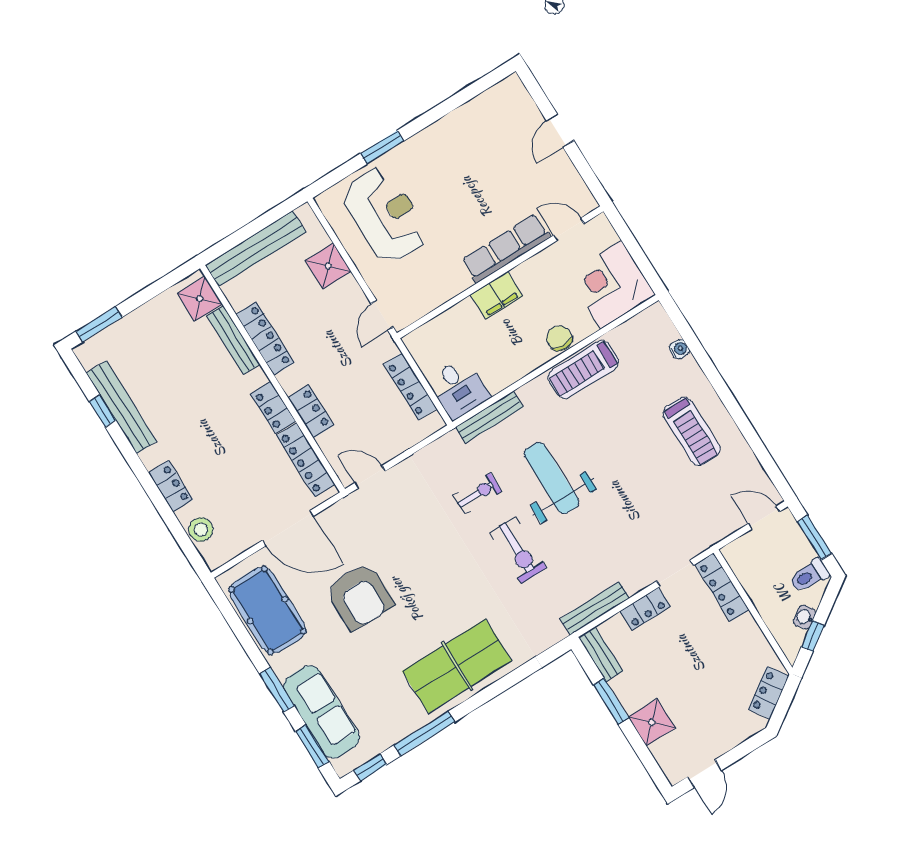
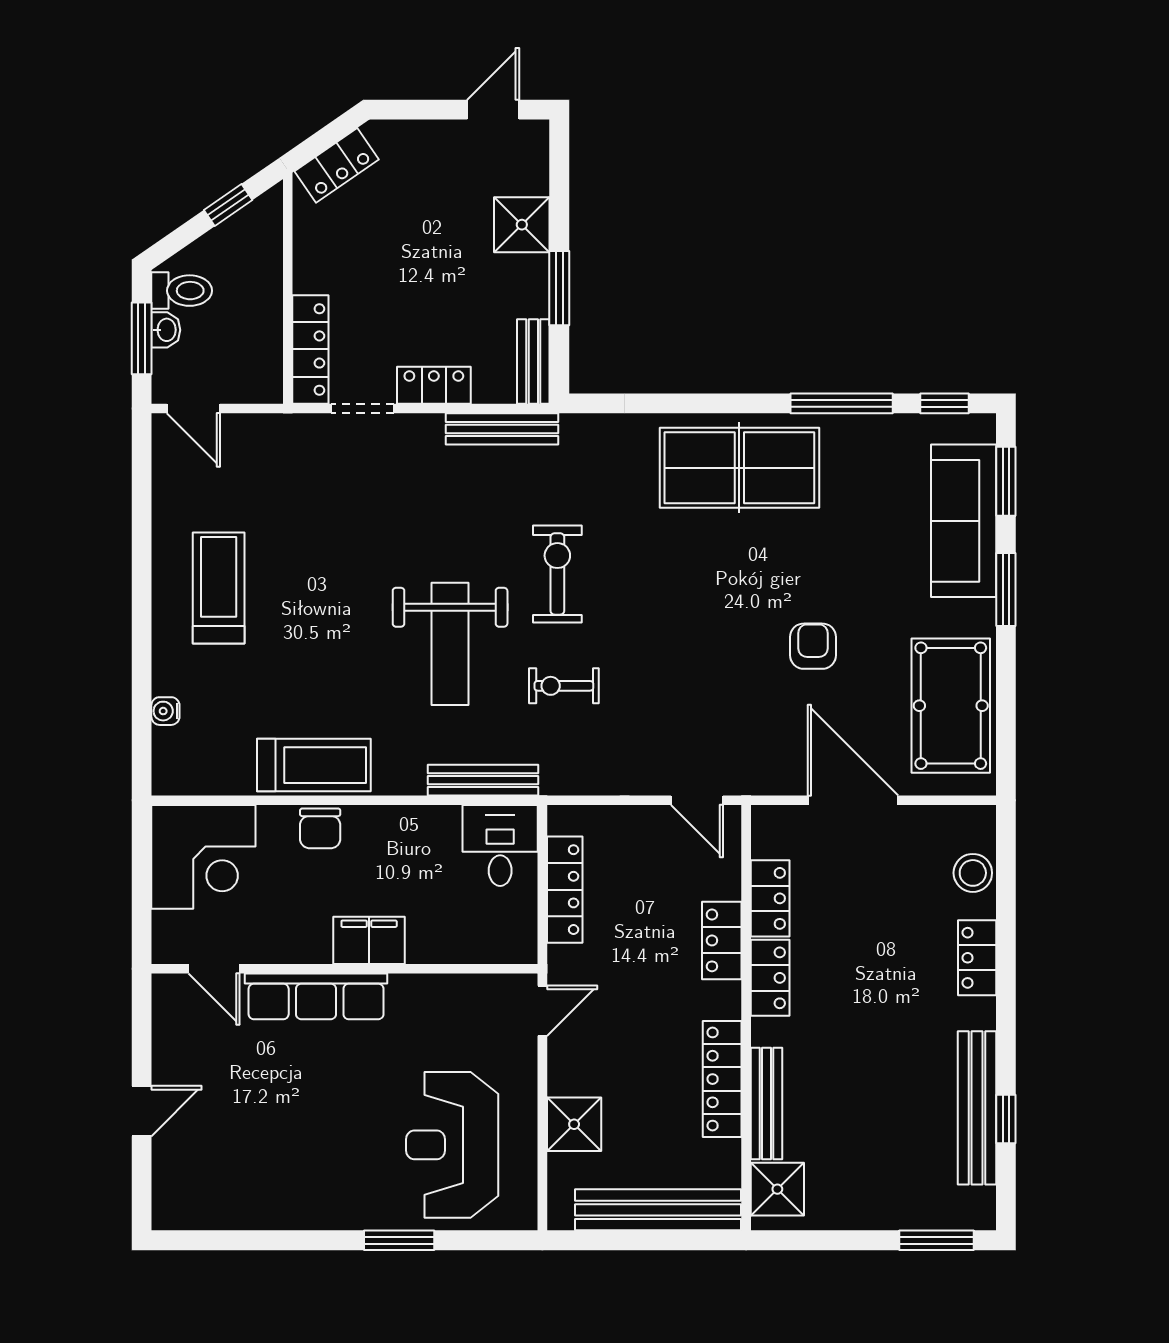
locker: (306, 460) -> (770, 898), width x0.66
armchair: (360, 596) -> (813, 646), width x0.53, depth x0.53
washbasin: (805, 617) -> (166, 330), moved, turned -55

